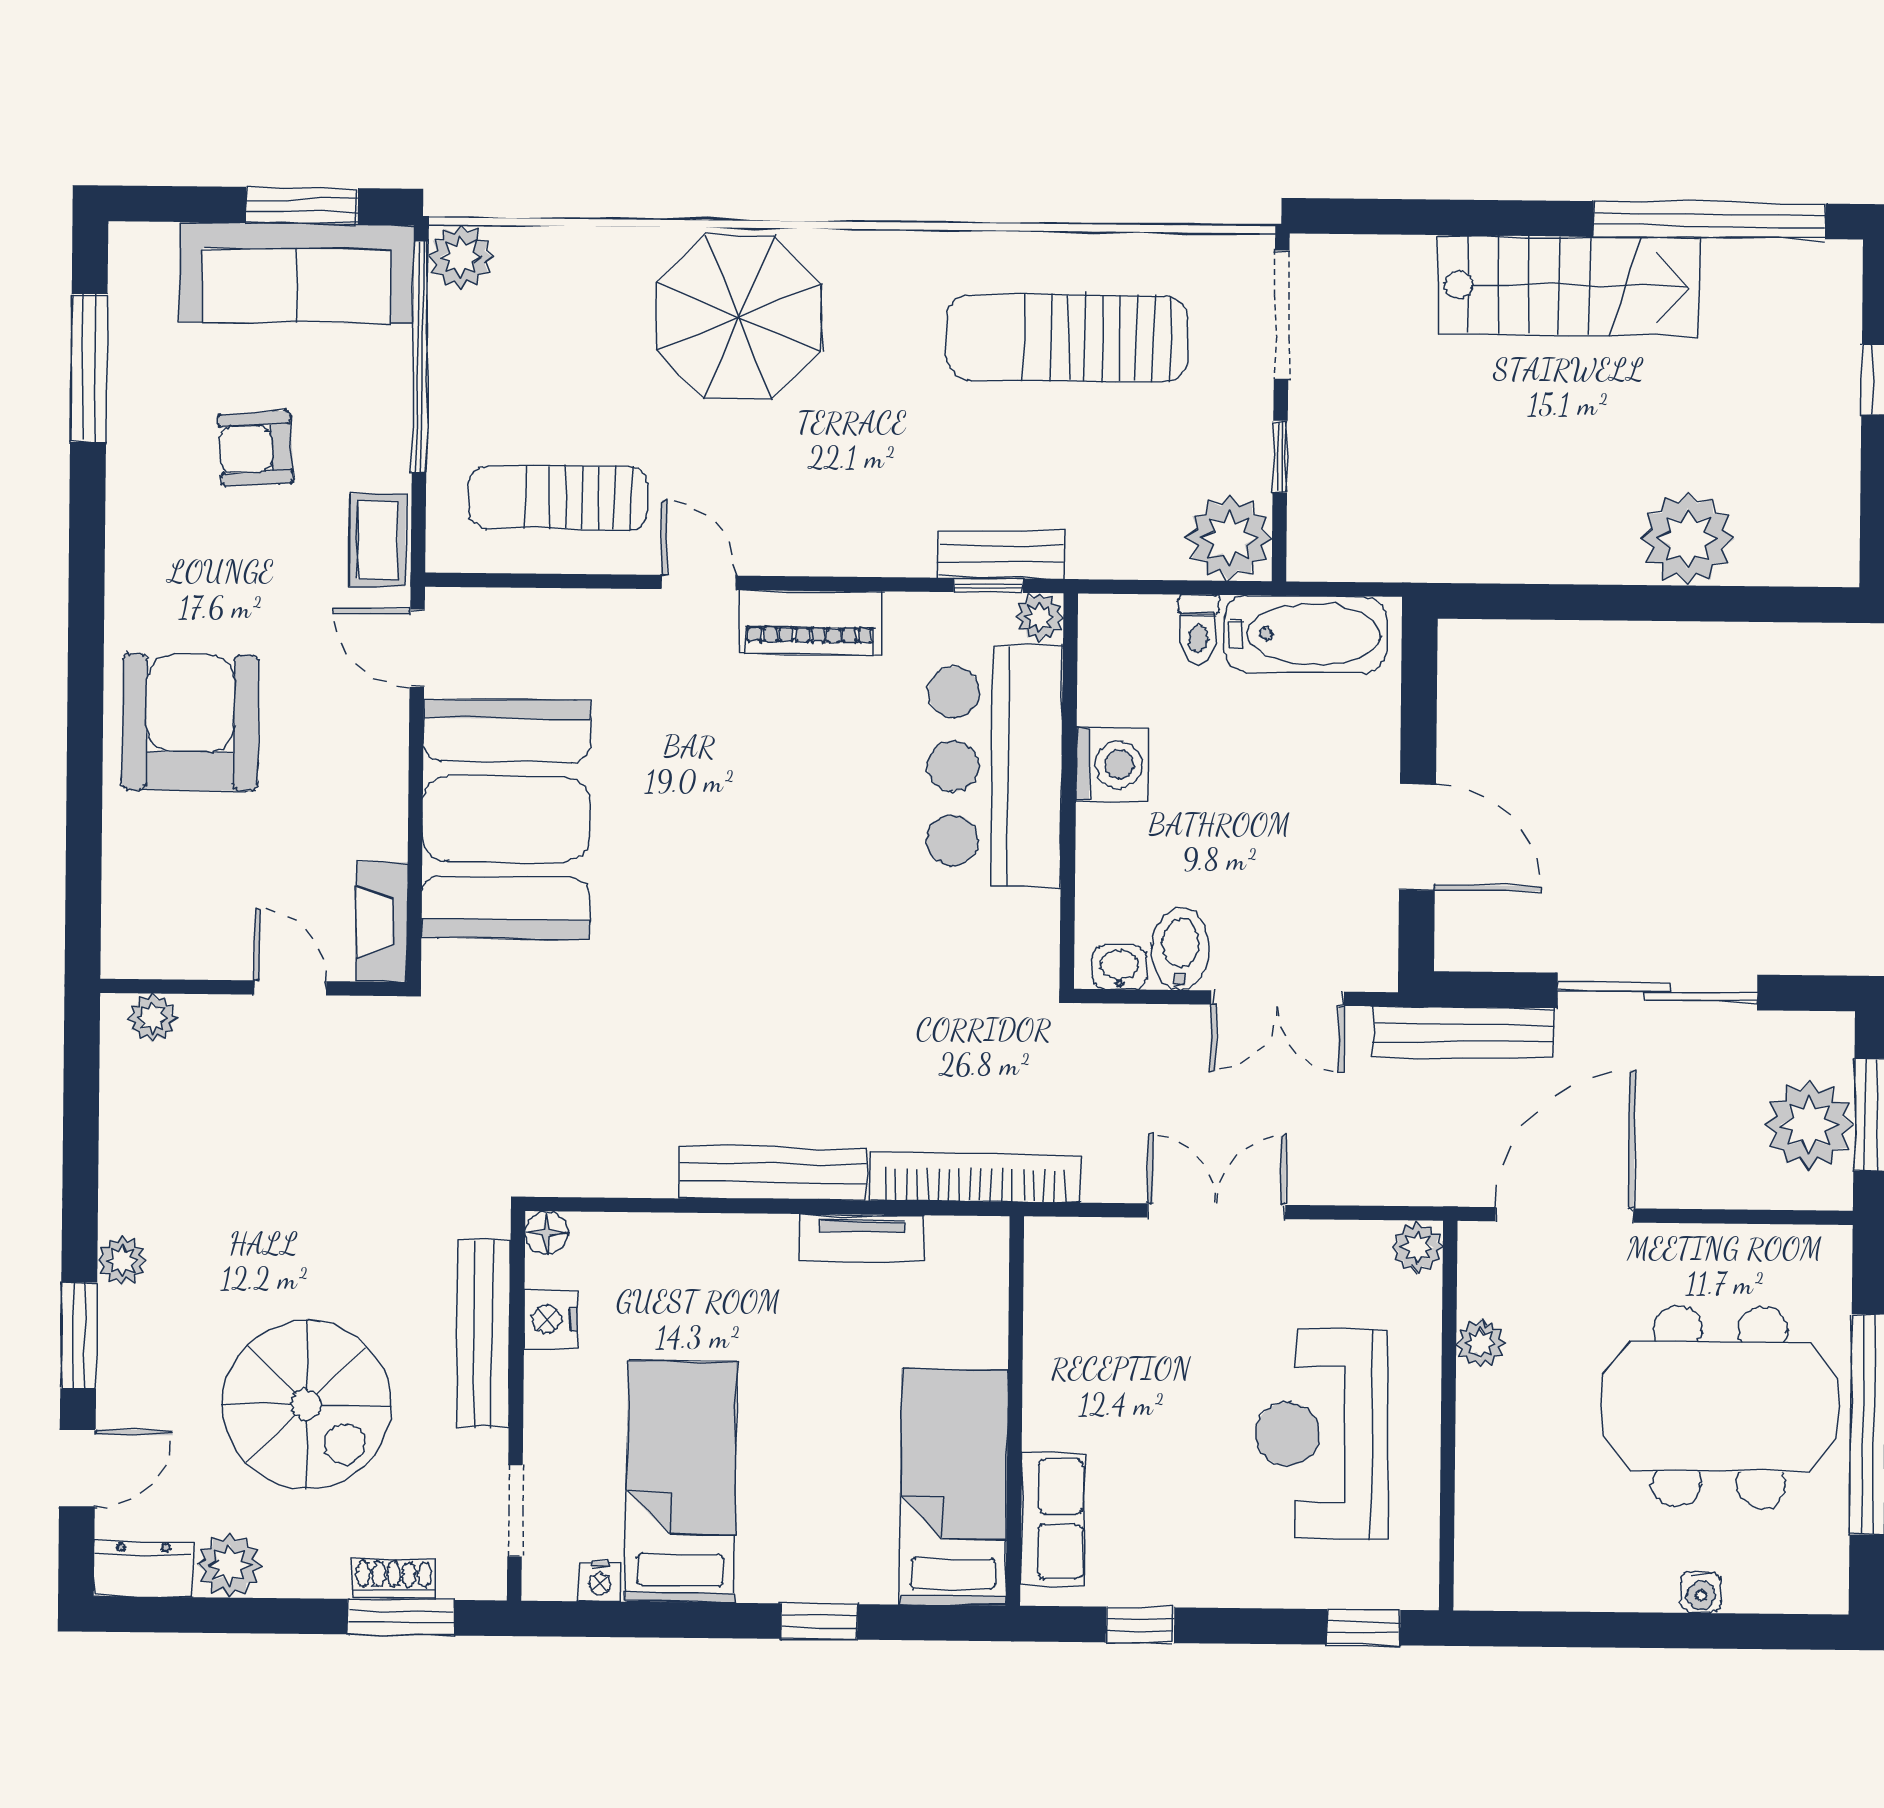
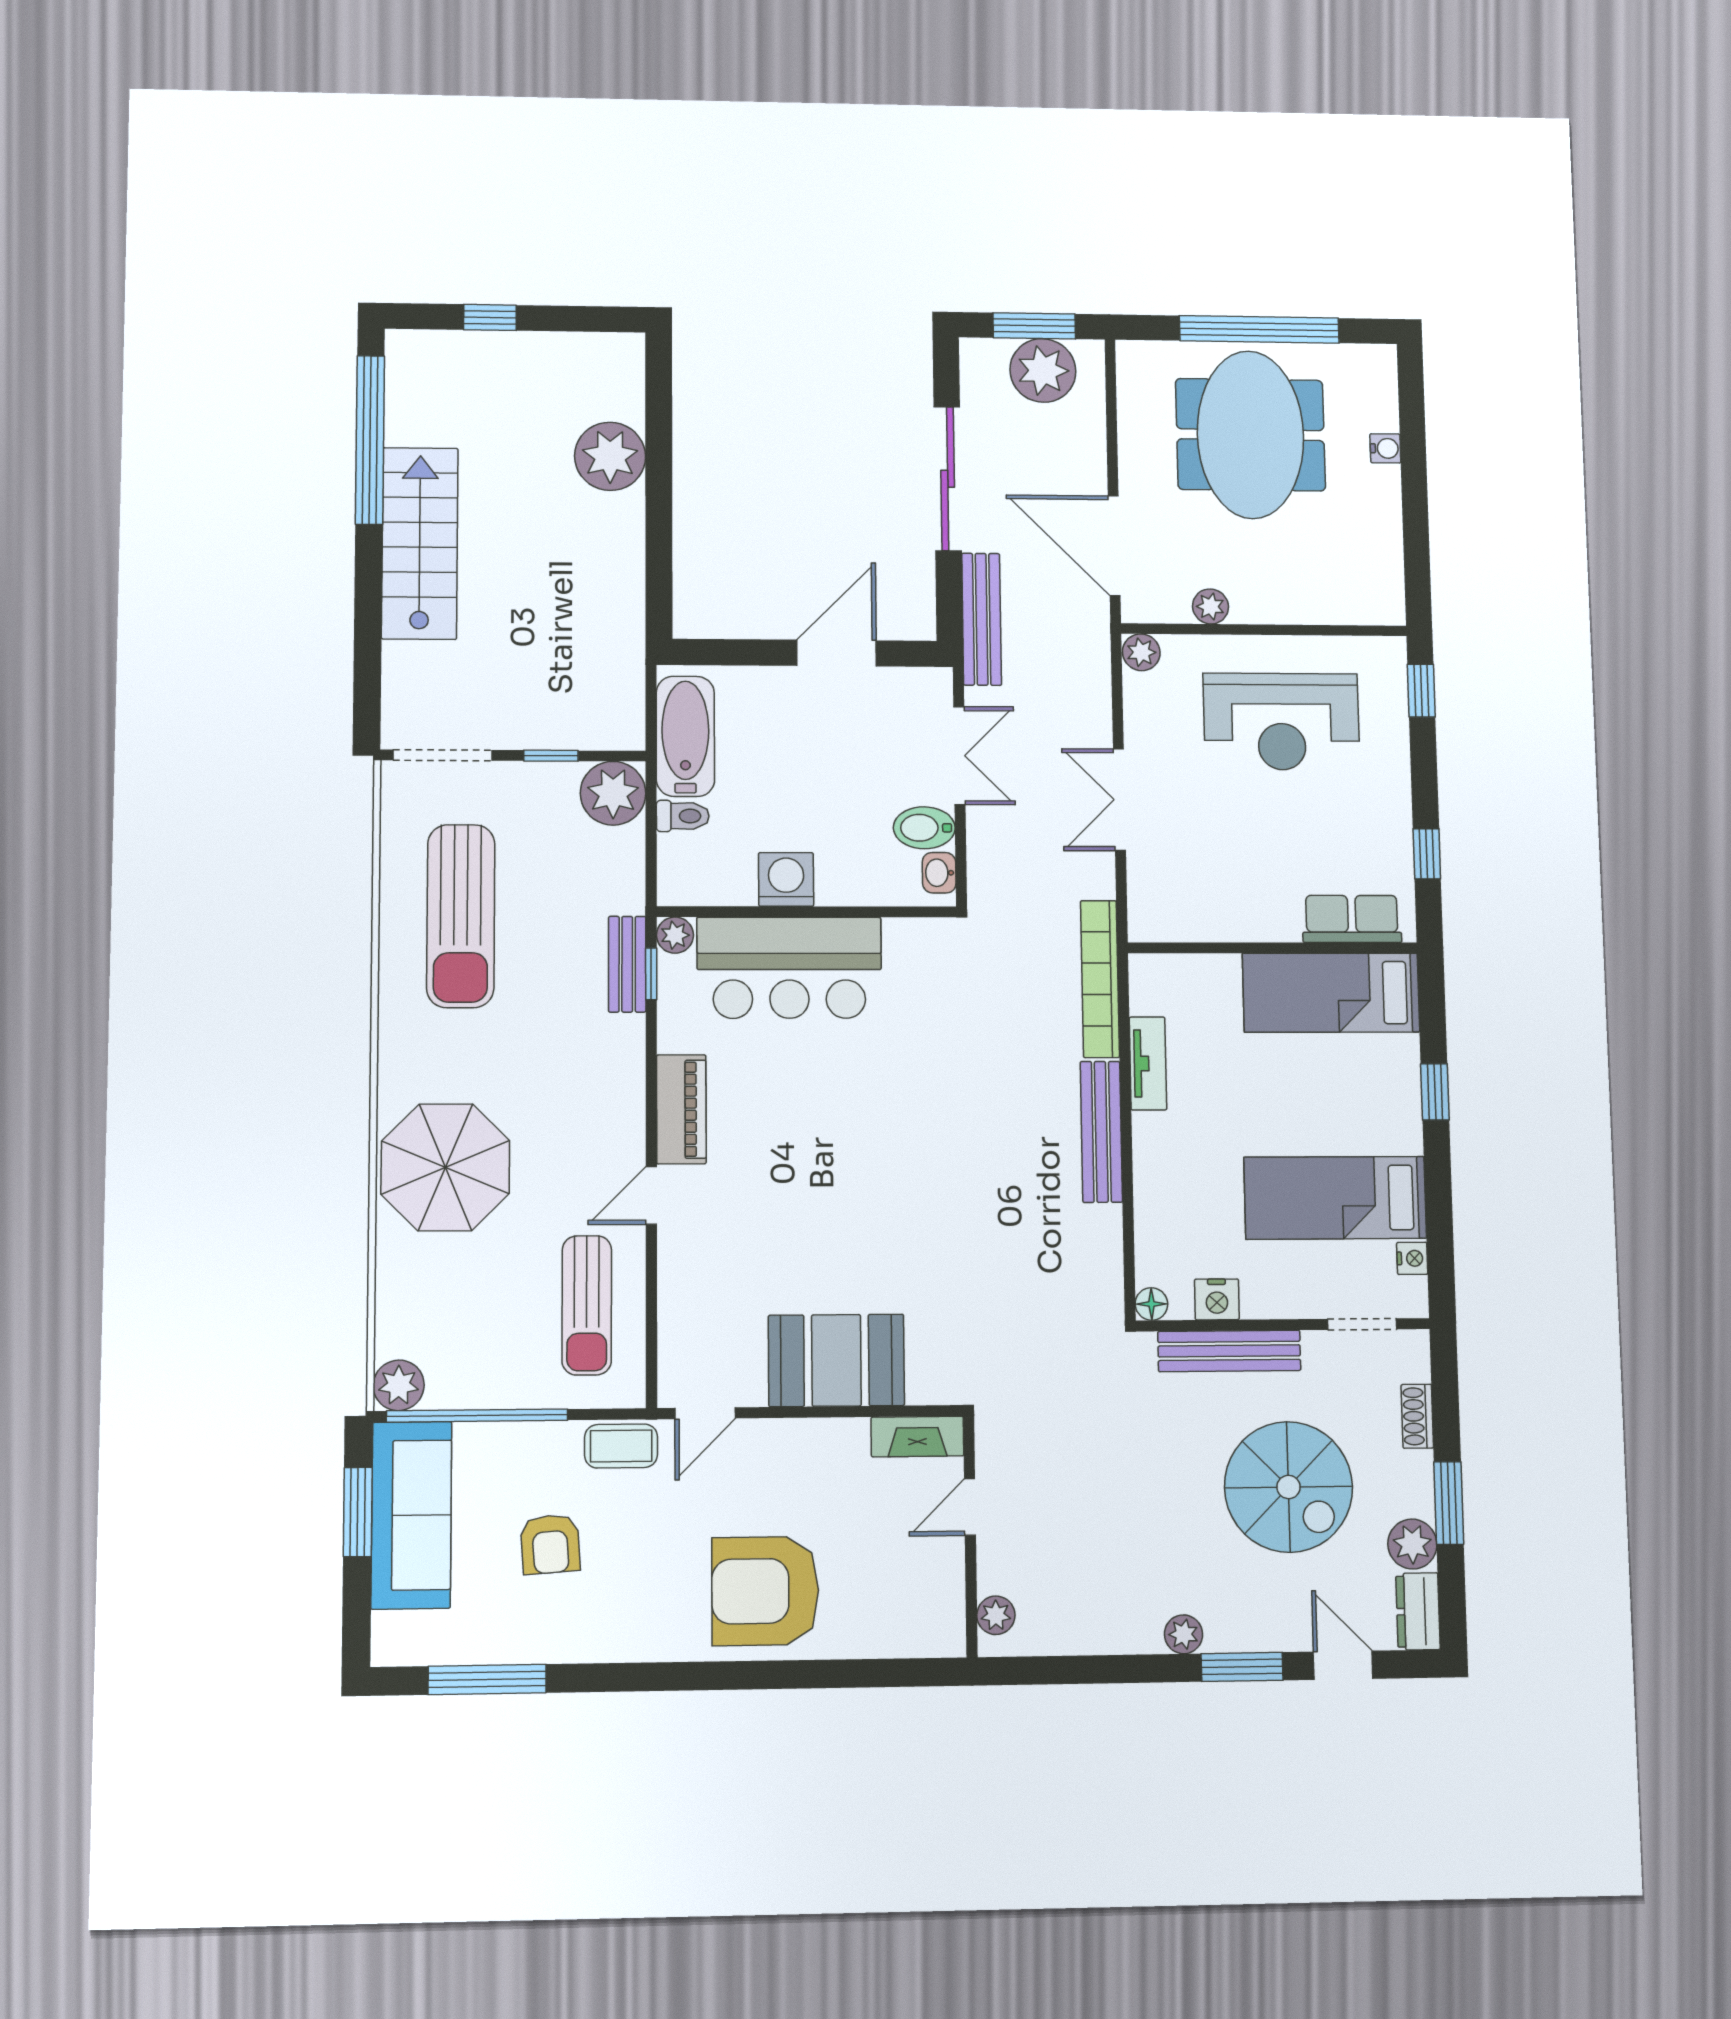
booth: (506, 819) -> (836, 1360), width x0.73, depth x0.70
spiral stairs: (306, 1405) -> (1289, 1487), turned 90
window: (401, 1617) -> (1449, 1503), moved

